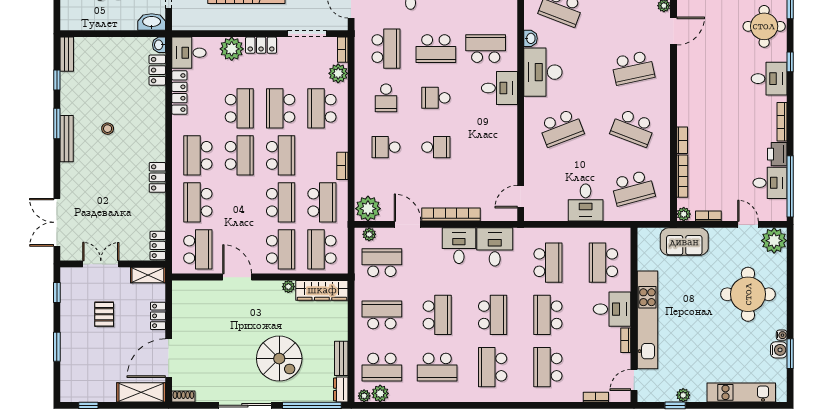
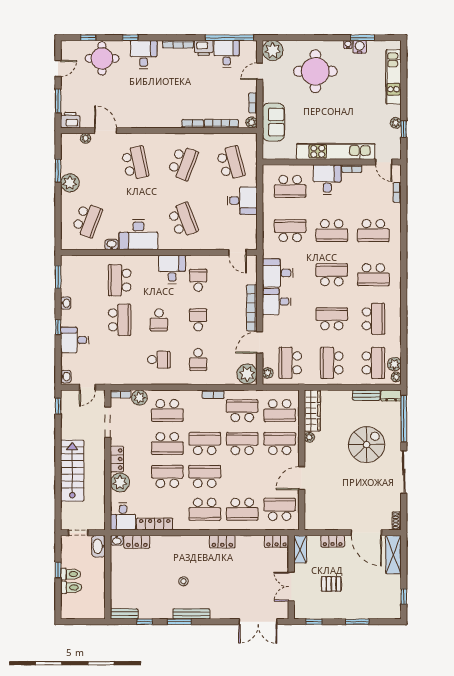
school desk: (386, 49) -> (198, 280), moved, width x0.54
desk: (499, 88) -> (172, 269), moved

